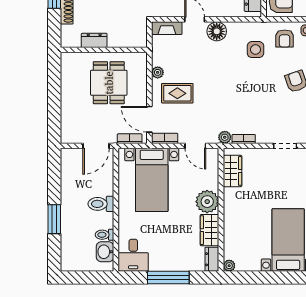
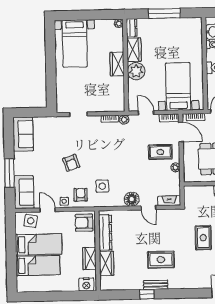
wardrobe: (232, 171) -> (117, 64), moved
desk: (133, 255) -> (191, 30), removed

